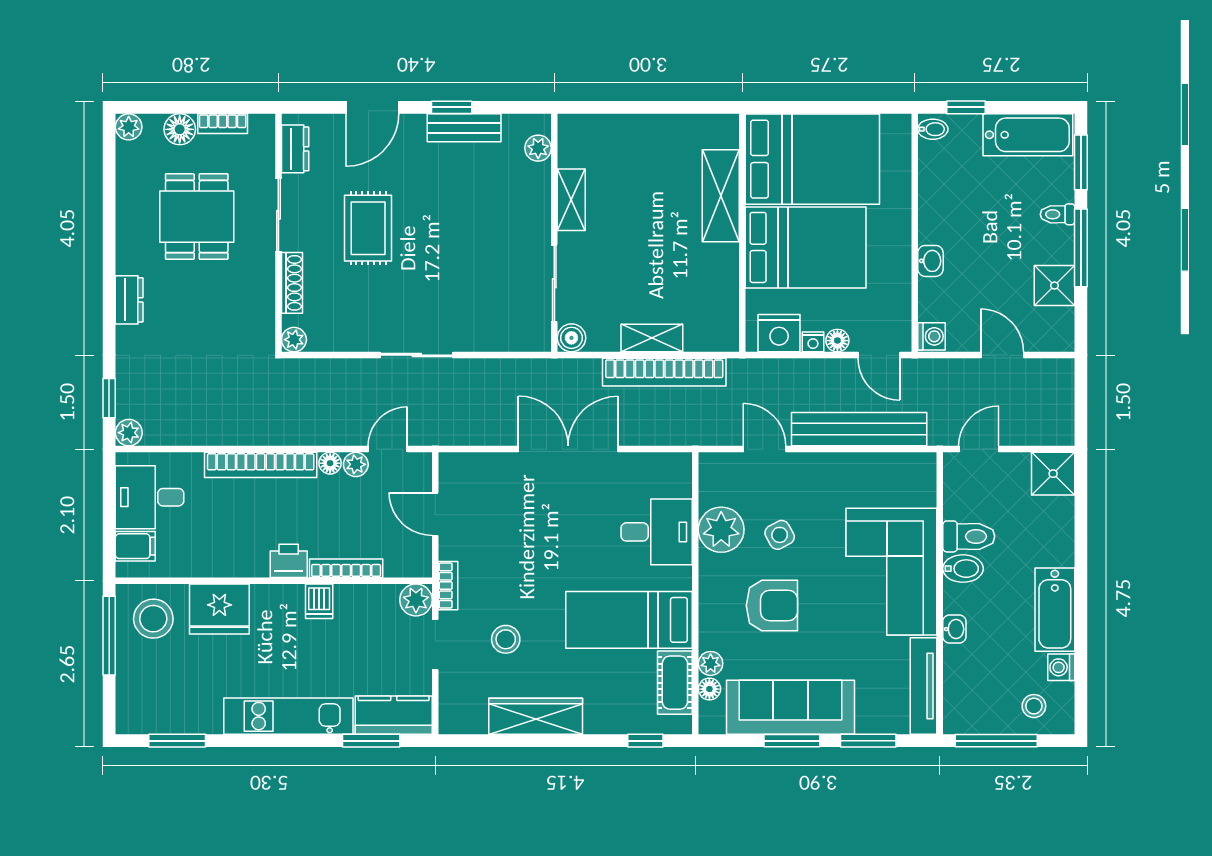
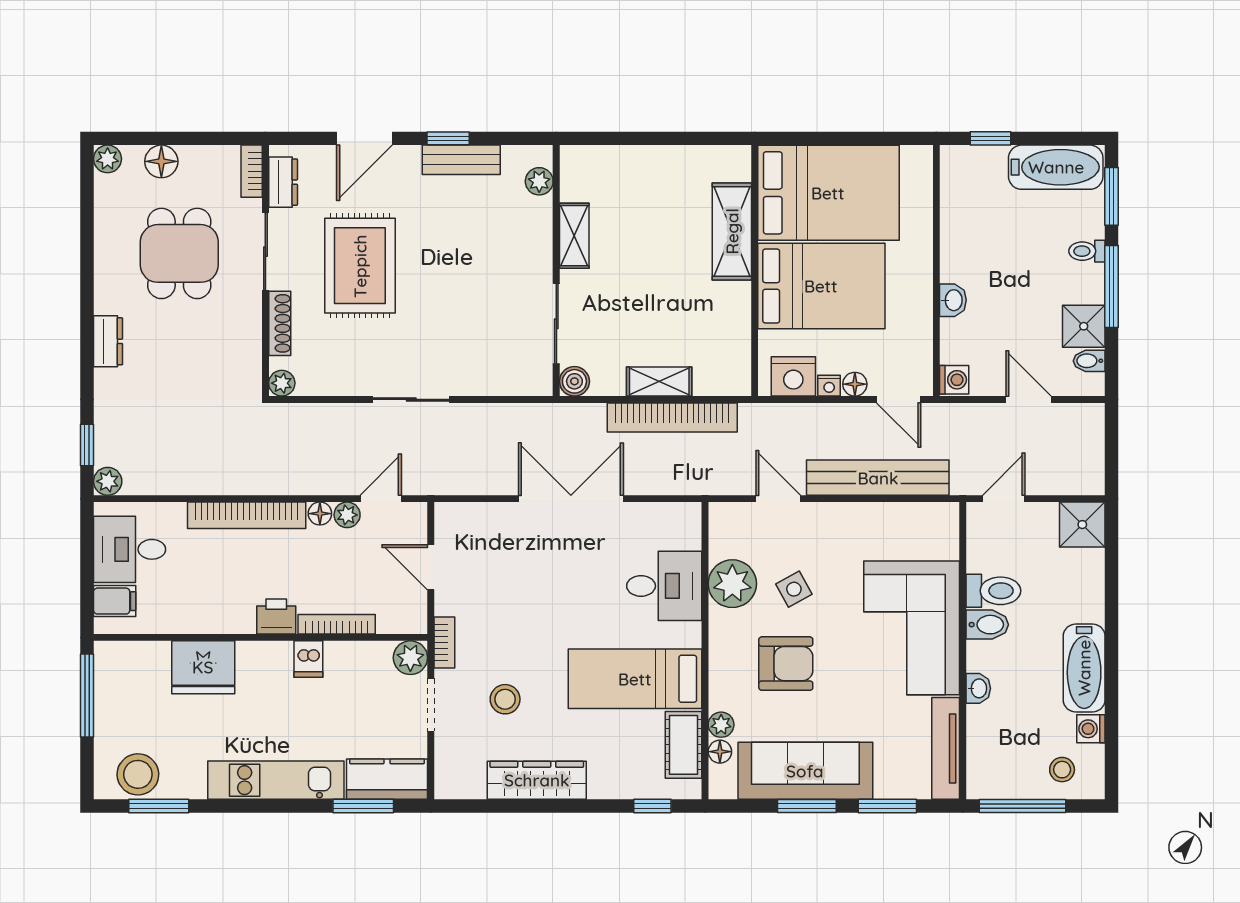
bookcase: (223, 124) -> (252, 171), moved, turned 90
bidet: (933, 129) -> (1089, 361), moved, turned 180
rug: (368, 228) -> (360, 266), width x1.36, depth x1.43
stool: (153, 619) -> (138, 774), moved

